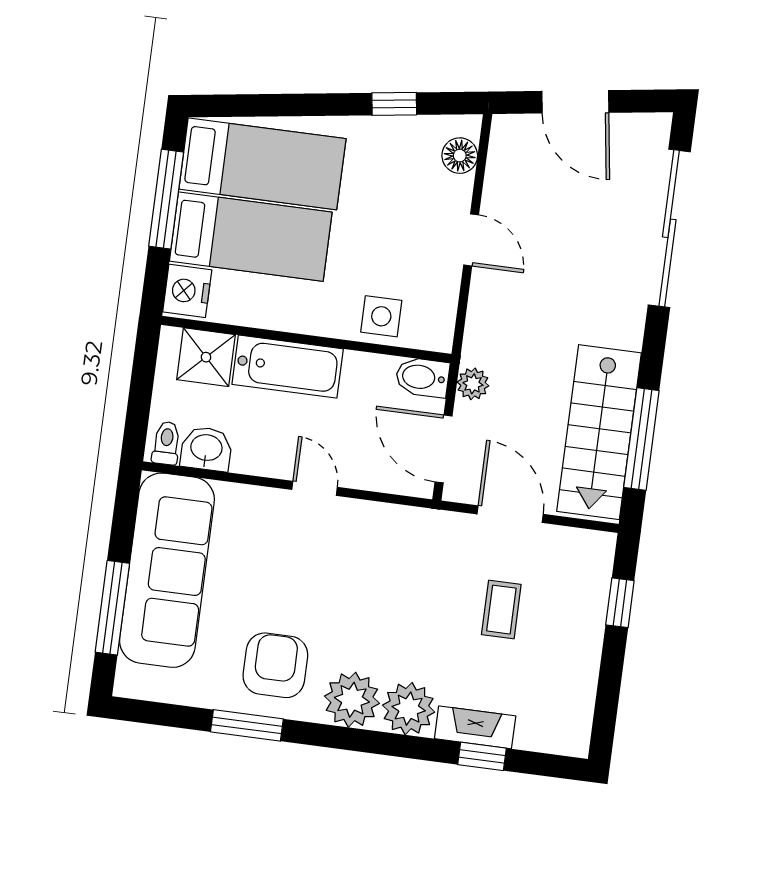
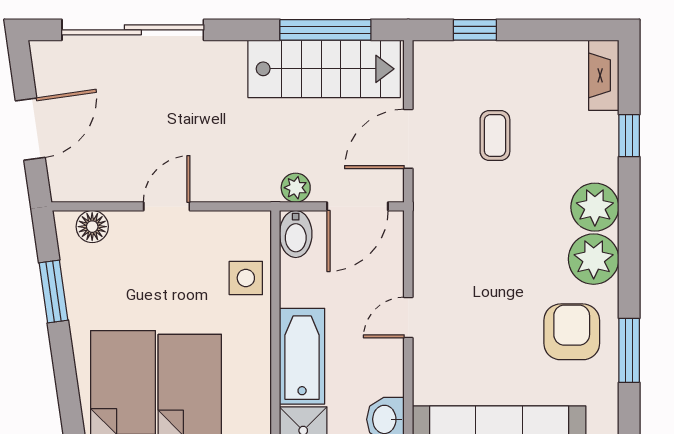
window: (394, 104) -> (54, 292), width x1.50
coffee table: (501, 610) -> (495, 136), turned 90
armchair: (275, 665) -> (572, 332), turned 90
fireplace: (475, 727) -> (604, 75), moved

